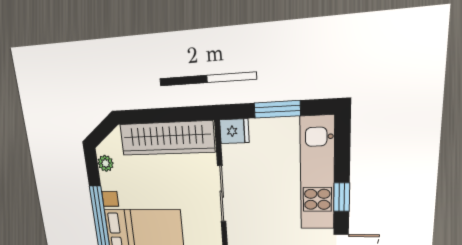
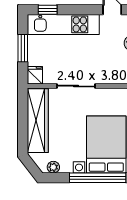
window: (342, 197) -> (48, 10), moved

